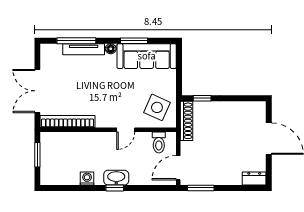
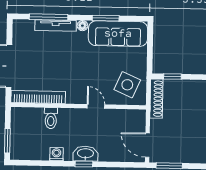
door: (126, 130) -> (96, 106), swing flipped
toilet: (159, 142) -> (51, 118), moved
window: (37, 155) -> (7, 141), moved
door: (178, 168) -> (147, 145), hinge flipped

